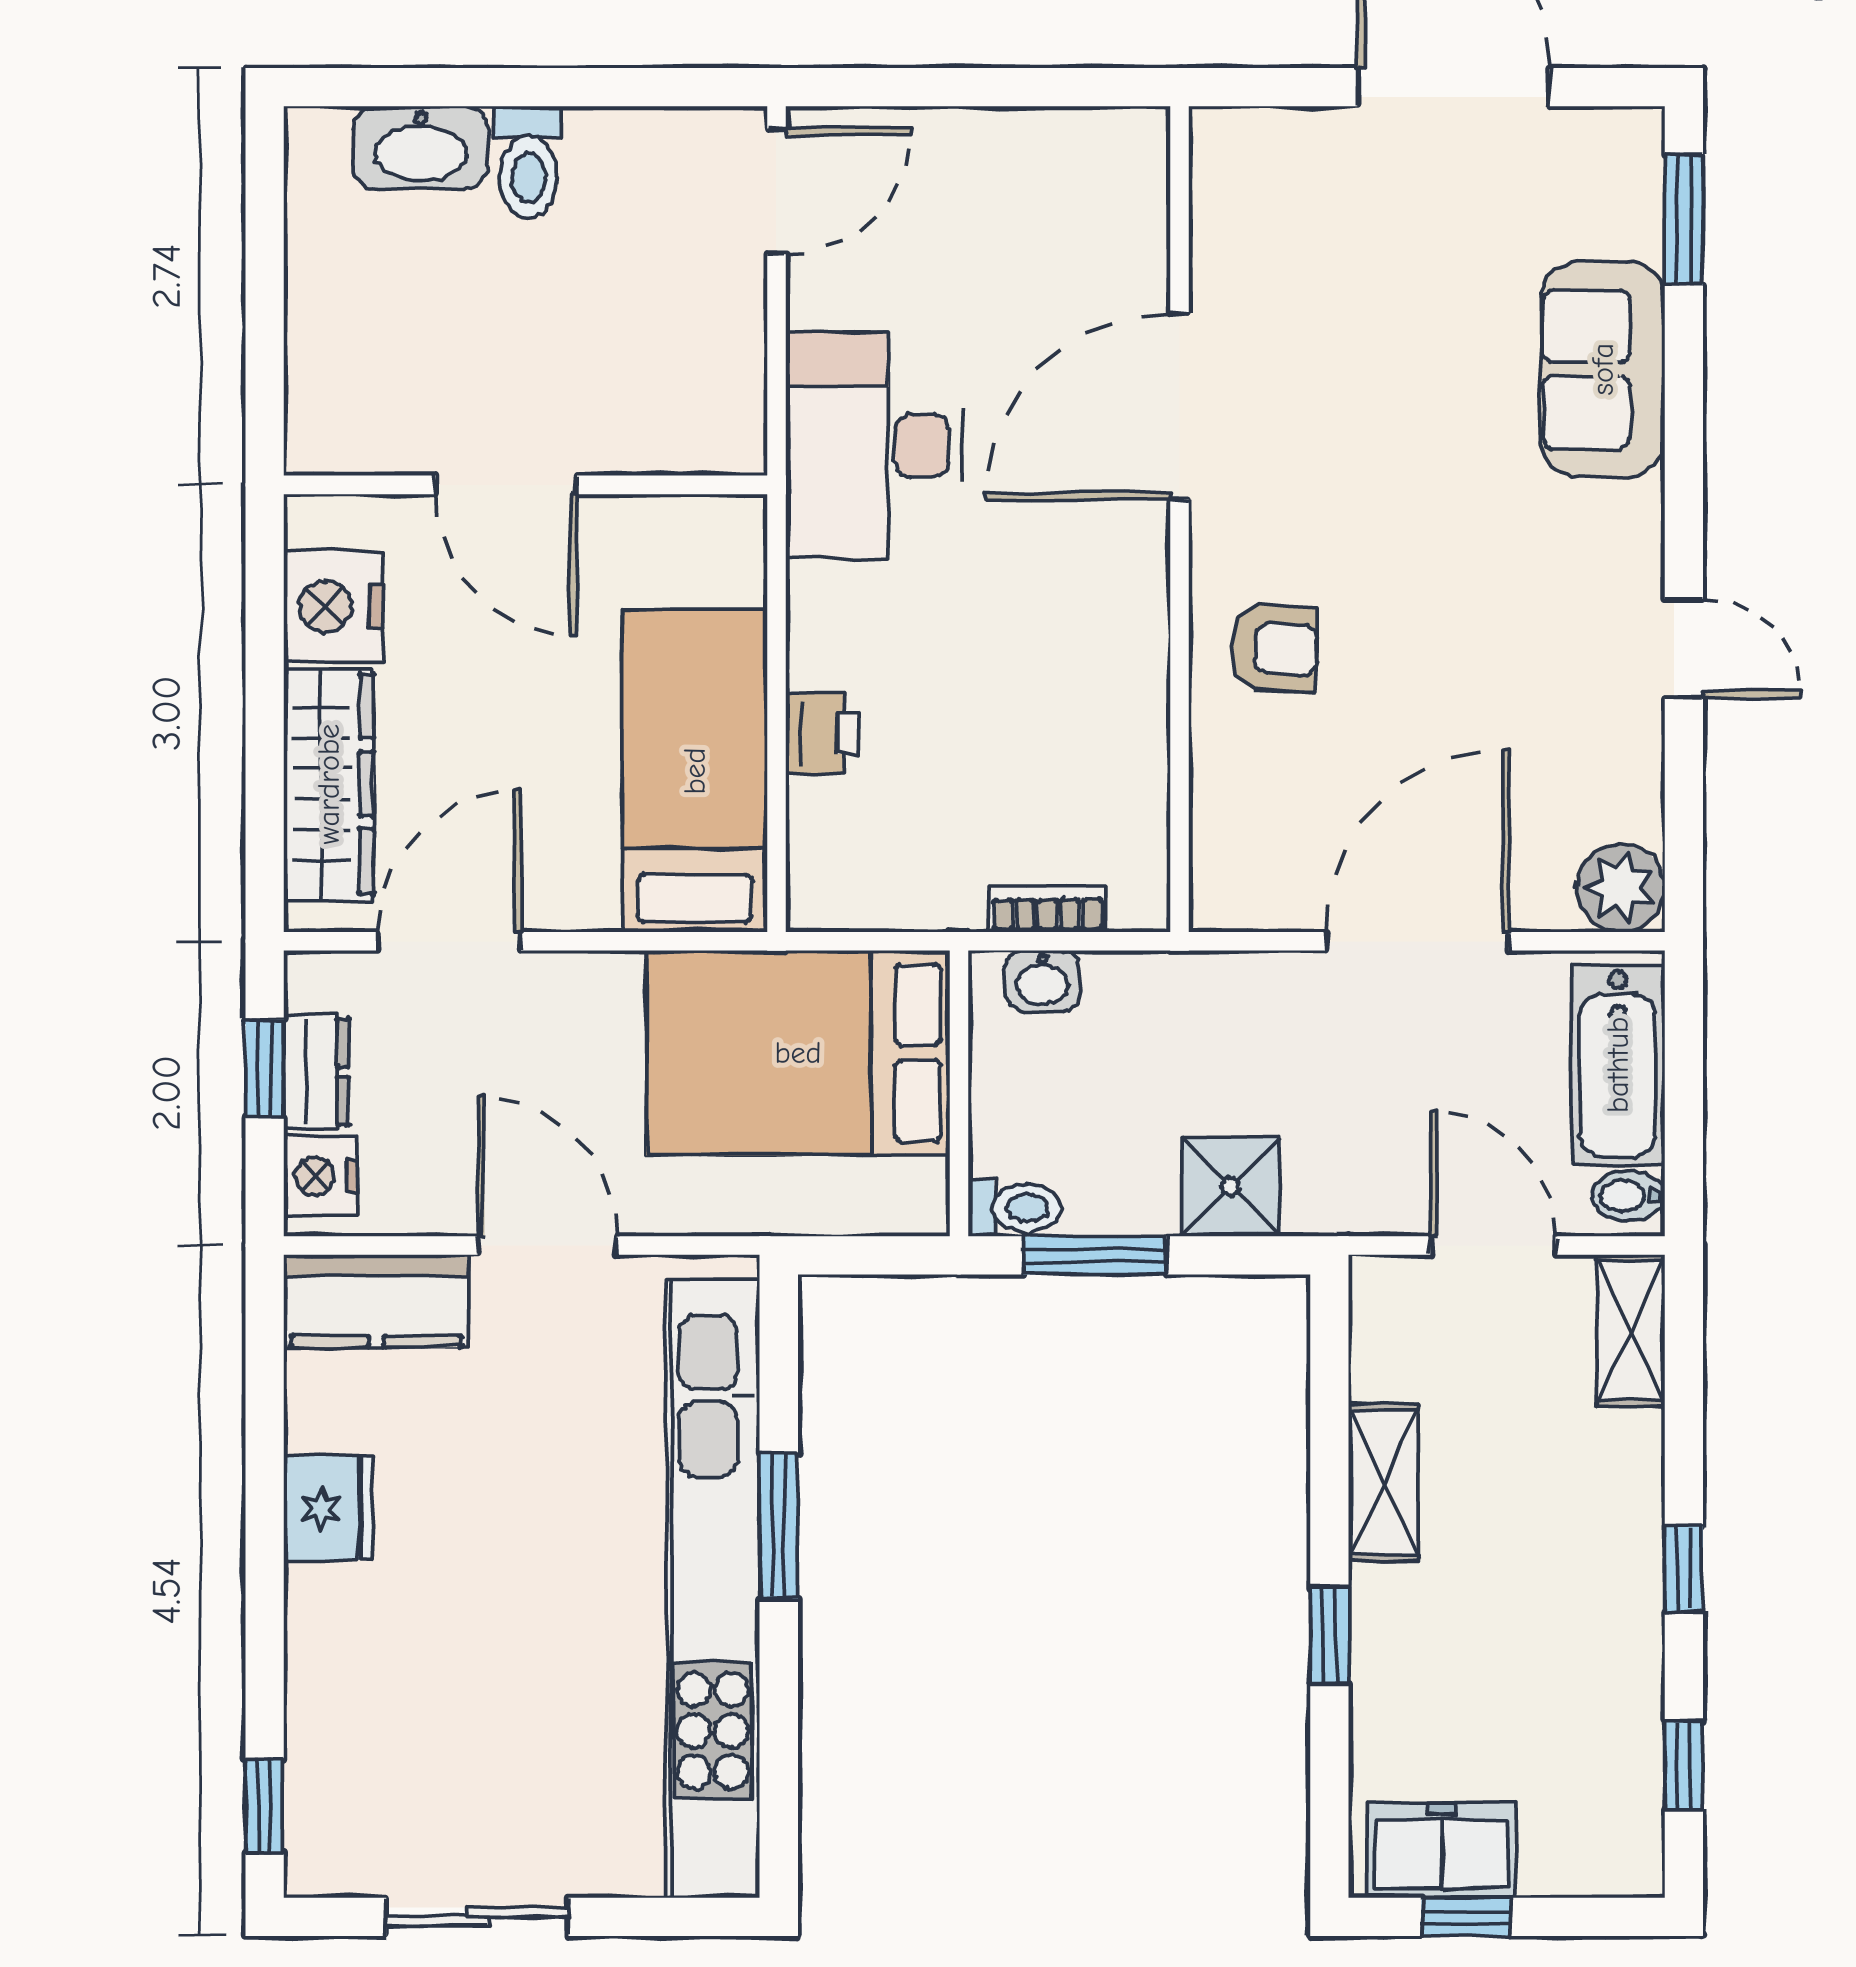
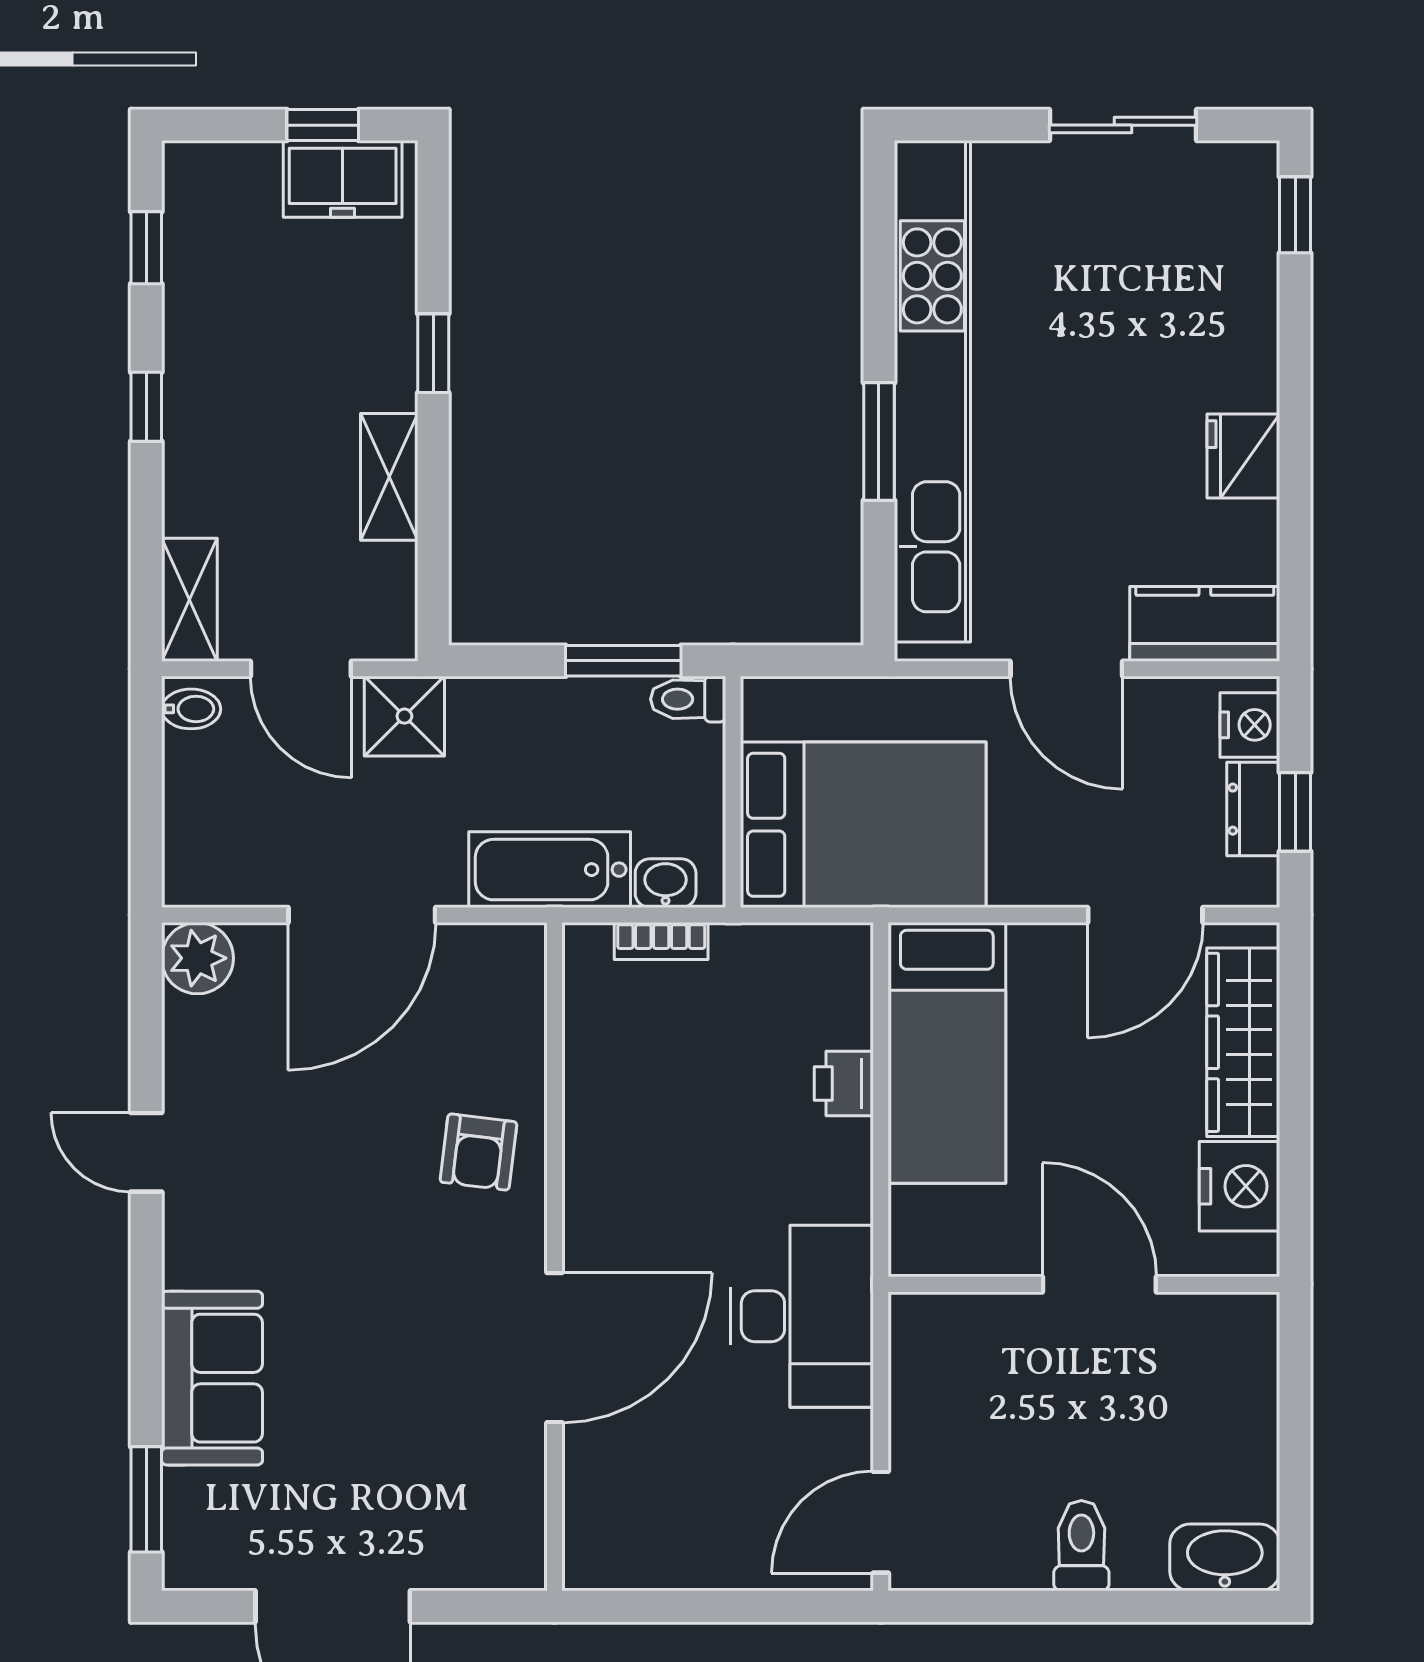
washbasin: (421, 148) -> (1225, 1557), moved
armchair: (1273, 648) -> (478, 1152), turned -86
bathtub: (1618, 1065) -> (550, 870), moved, turned -90
shower: (1231, 1187) -> (404, 716), moved

